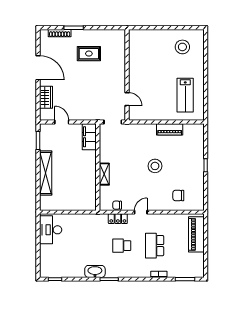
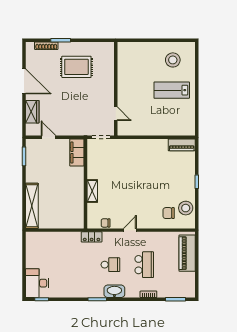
rug: (89, 54) -> (76, 67), width x1.36, depth x1.43
lab bench: (185, 95) -> (172, 90), moved, turned 90
piano: (170, 129) -> (182, 145), moved
stool: (155, 166) -> (186, 208), moved
shelving: (46, 173) -> (32, 206), moved
locker: (118, 219) -> (92, 237), moved
desk: (51, 230) -> (37, 283), moved
school desk: (122, 246) -> (110, 265), turned 180
school desk: (155, 246) -> (144, 265), turned 180
washbasin: (95, 271) -> (114, 291), moved

